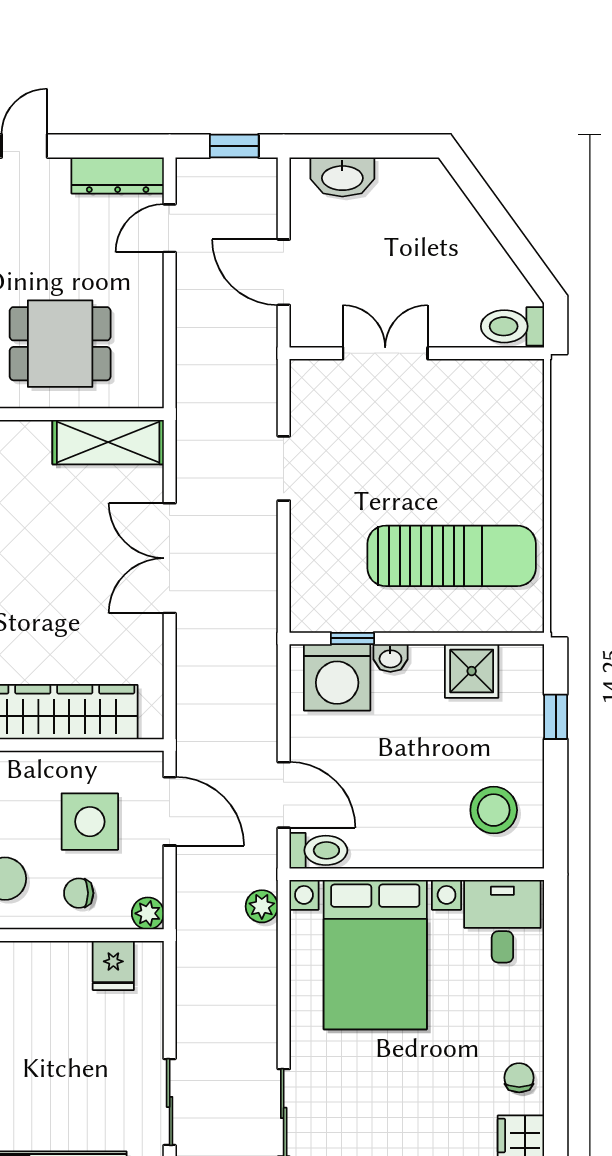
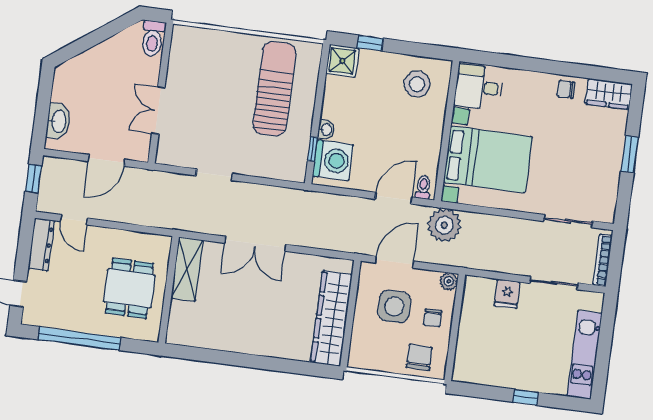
shower: (472, 671) -> (342, 61), moved
toilet: (318, 850) -> (423, 187), width x0.73, depth x0.72
plant: (262, 906) -> (444, 225), width x1.87, depth x1.87
fridge: (113, 965) -> (507, 294), moved, turned 90

